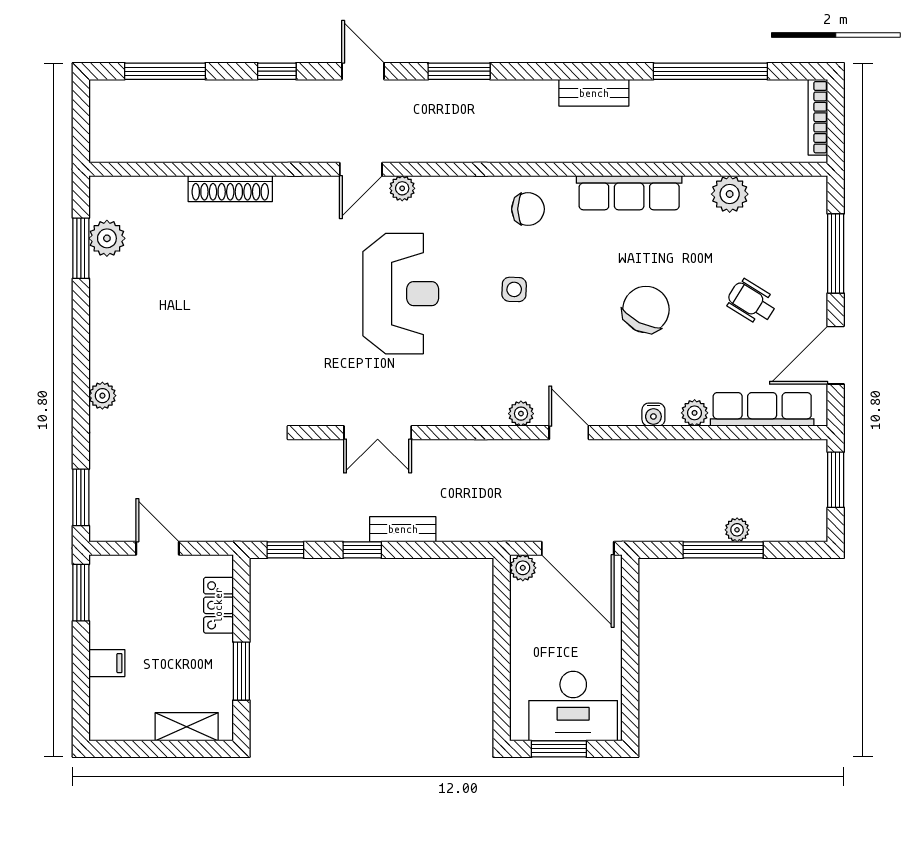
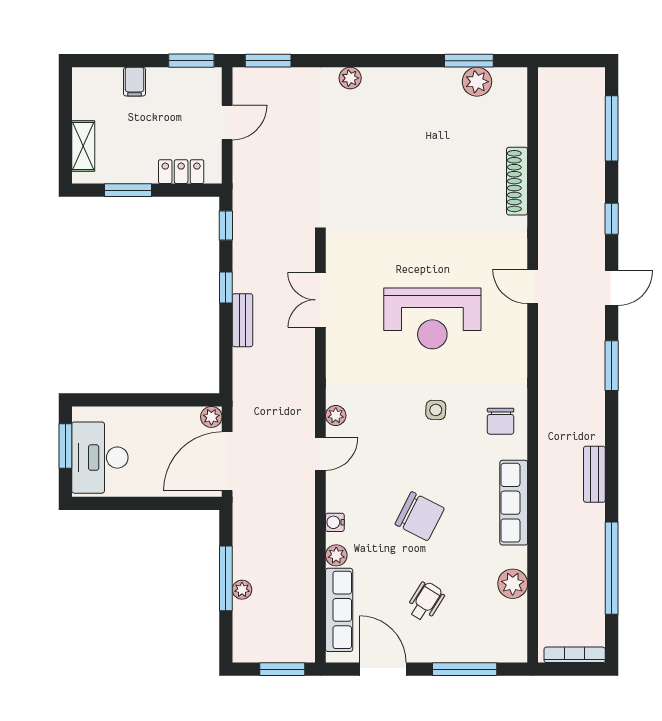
plant: (402, 188) -> (517, 320), removed

